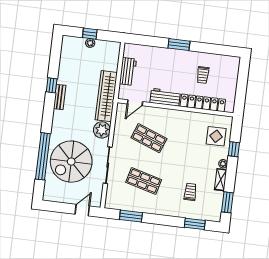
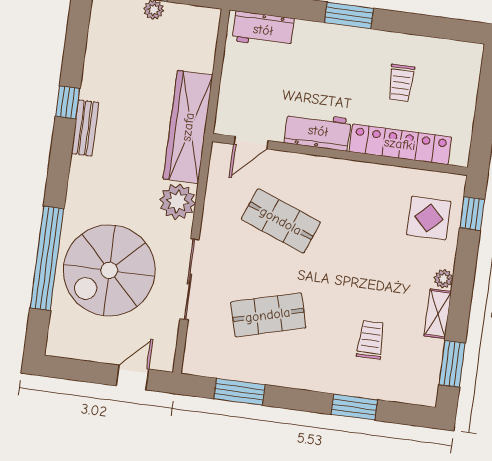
workbench: (128, 71) -> (263, 30), moved, turned 90
window: (234, 149) -> (472, 214), moved
shop shelf: (144, 181) -> (268, 315), turned -30
window: (195, 224) -> (354, 407), moved

